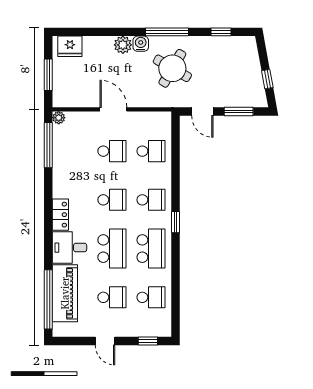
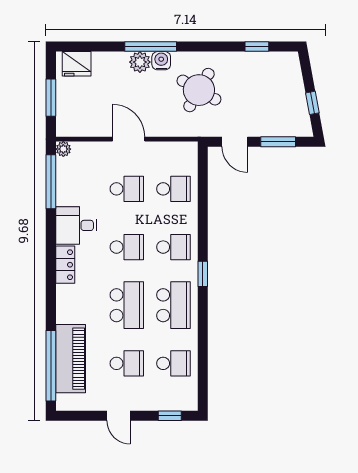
window: (167, 32) -> (151, 47), moved
desk: (70, 248) -> (76, 225), moved

